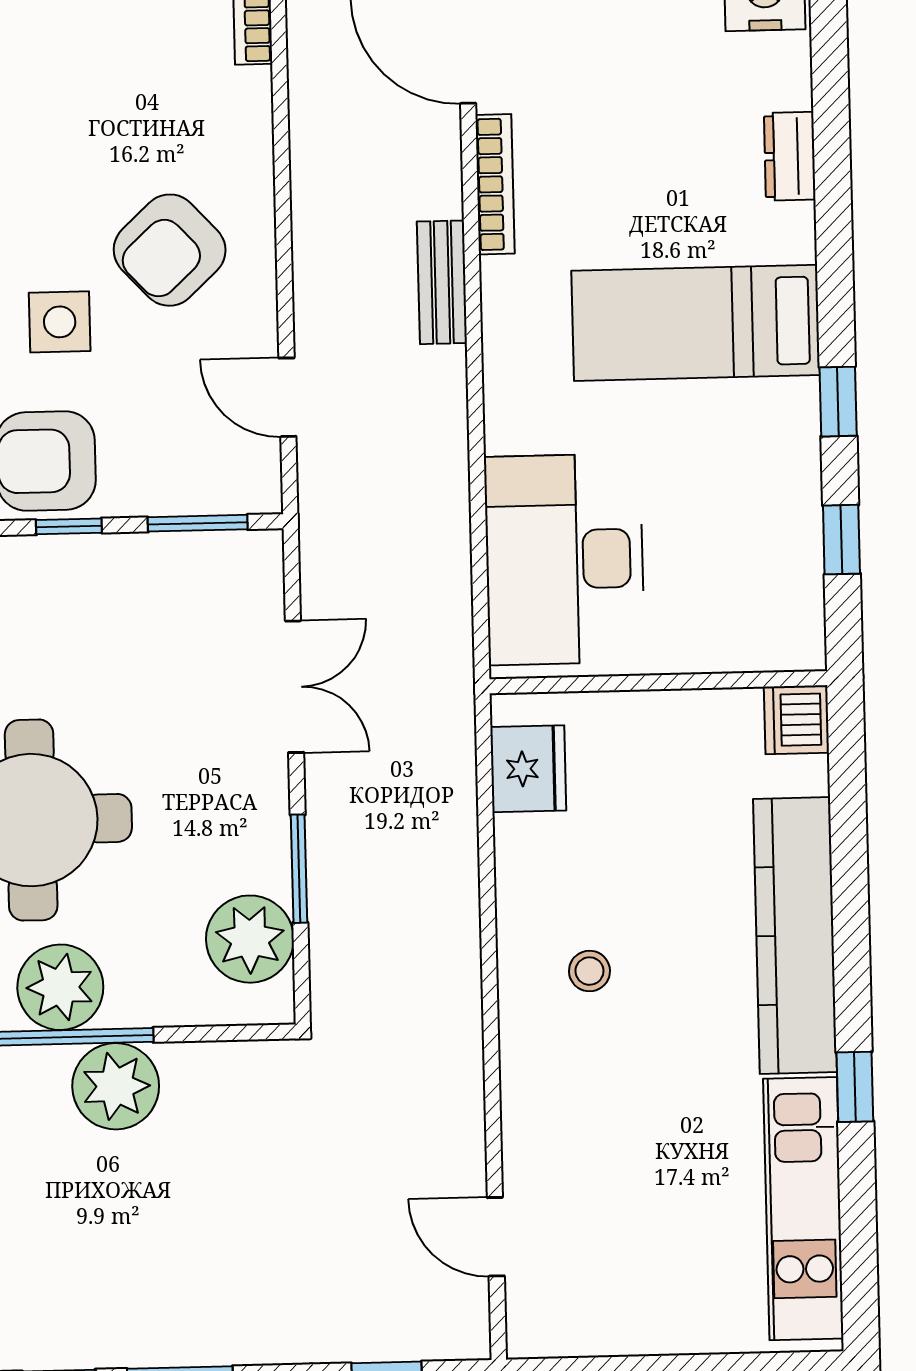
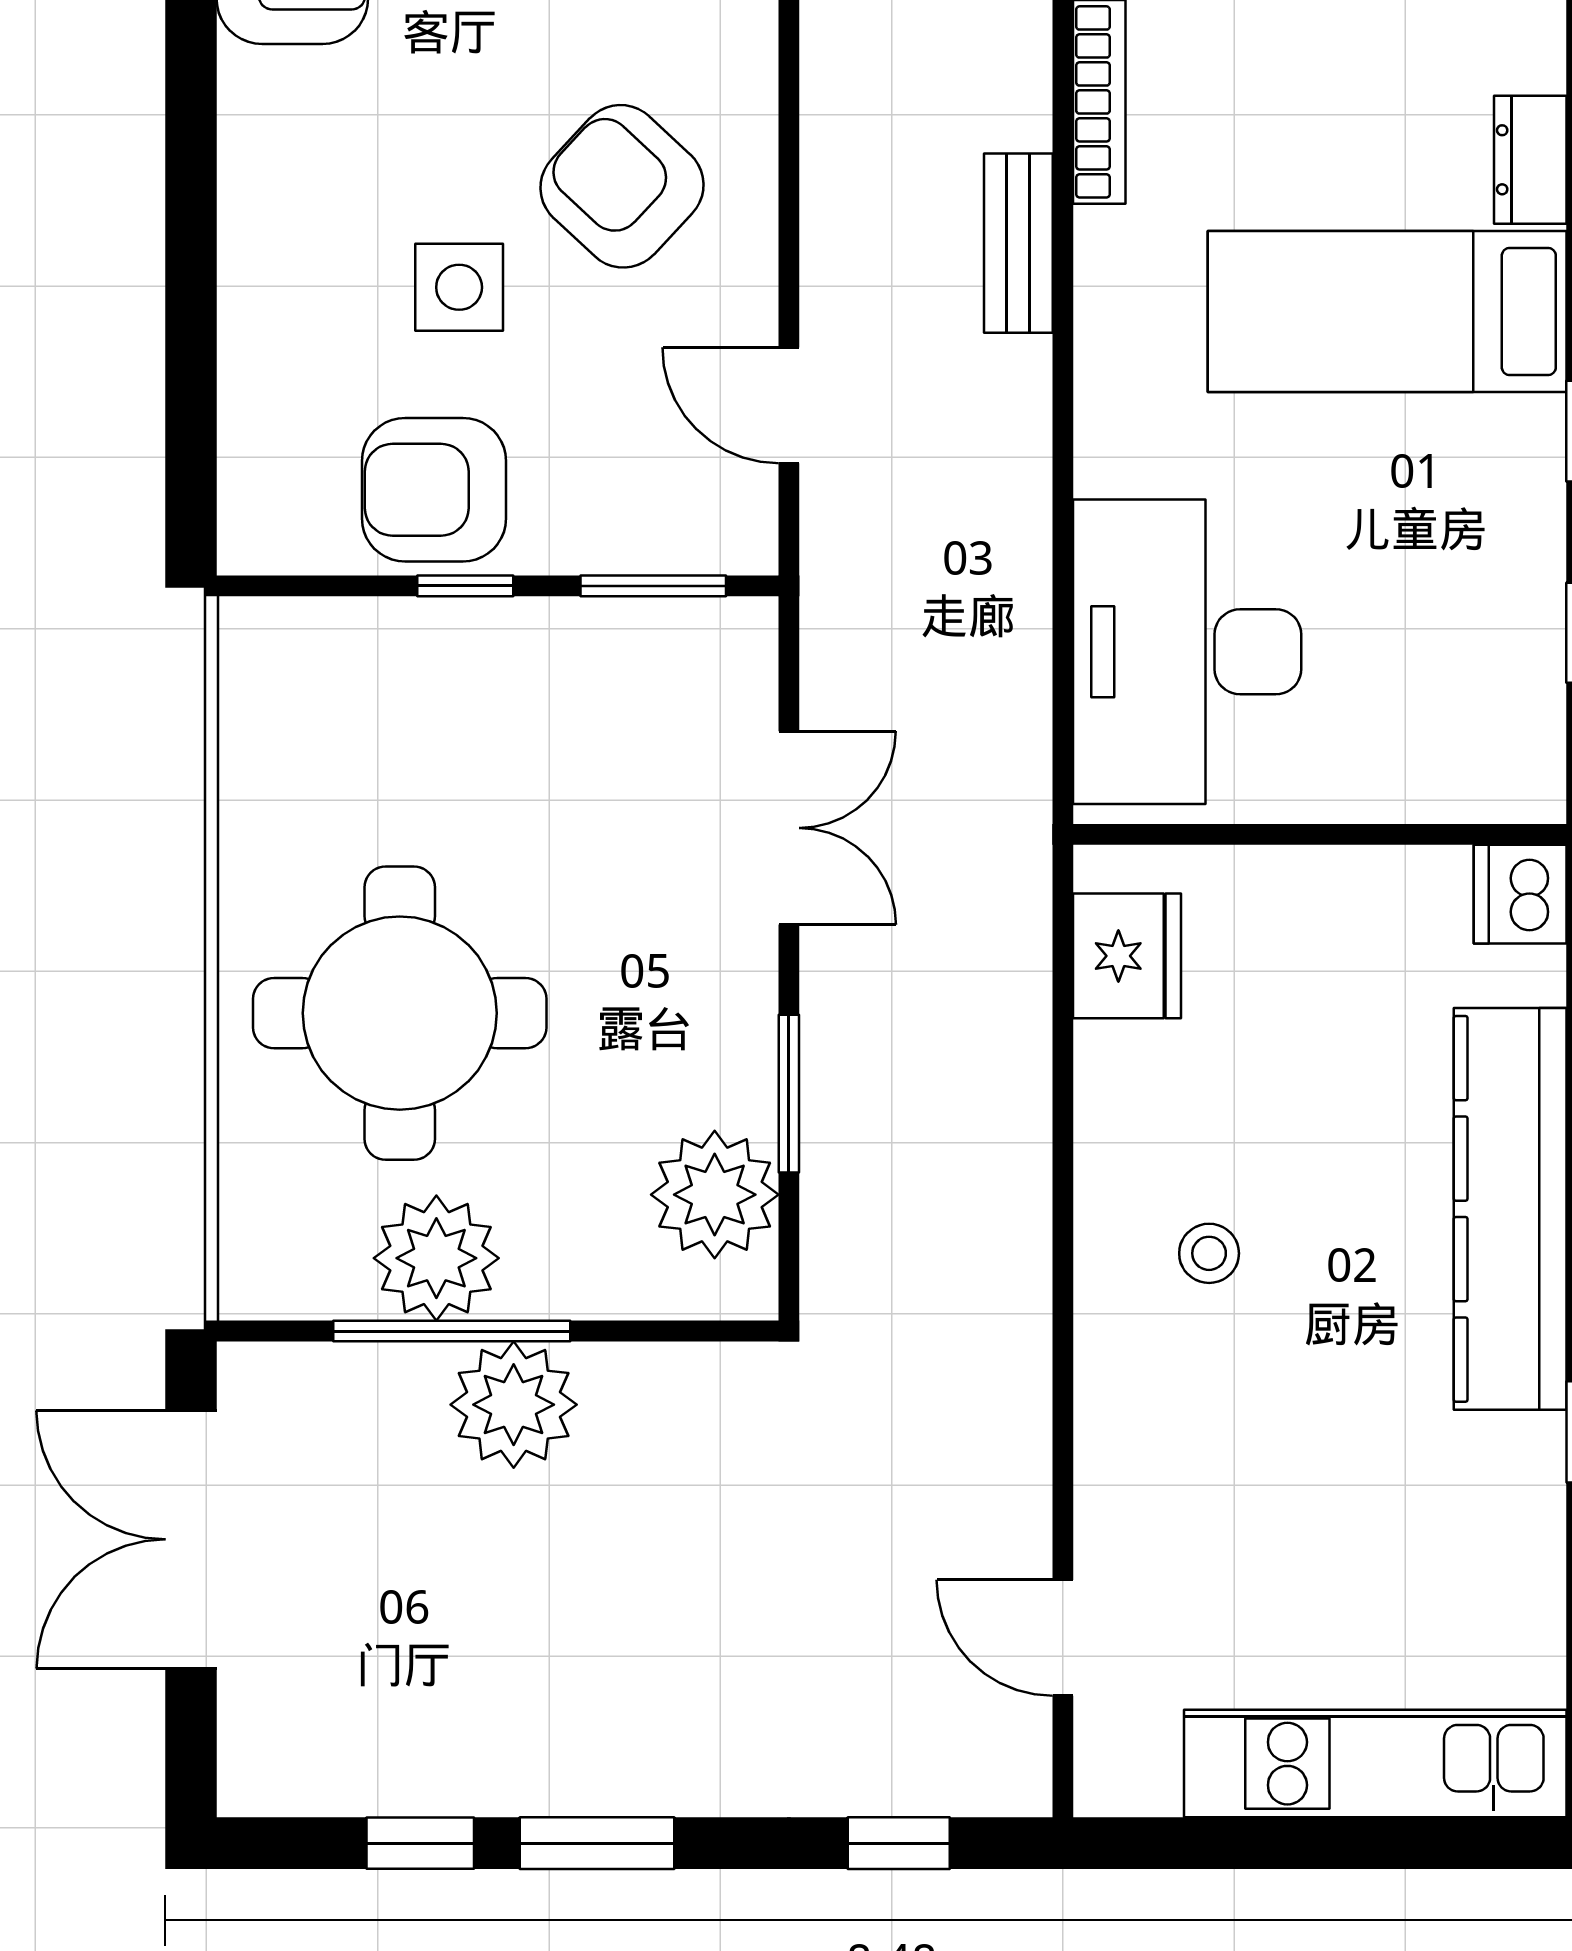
dresser: (790, 156) -> (1530, 160), moved
armchair: (170, 250) -> (622, 186), turned 86
kitchen unit: (803, 1209) -> (1375, 1764), moved, turned 90

